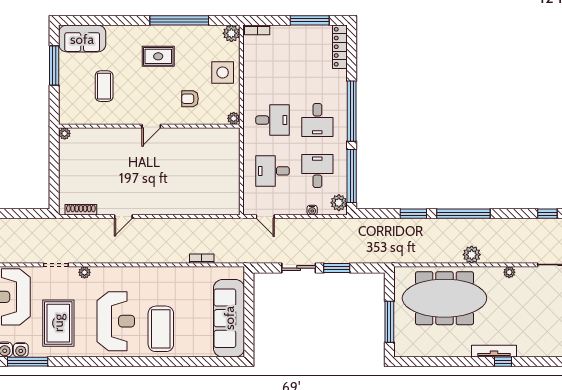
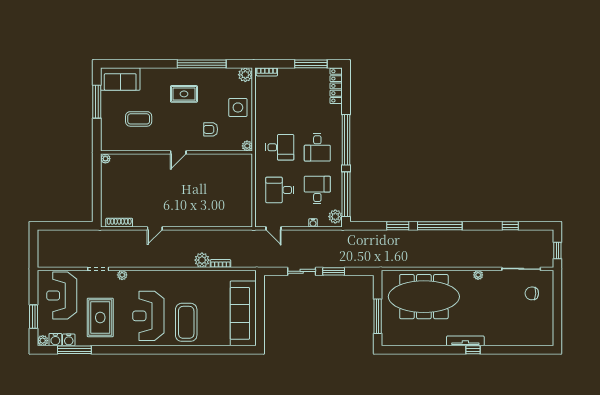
coffee table: (104, 86) -> (139, 119), turned 90
plant: (472, 255) -> (202, 260), moved
reception desk: (116, 321) -> (148, 316), turned 180

